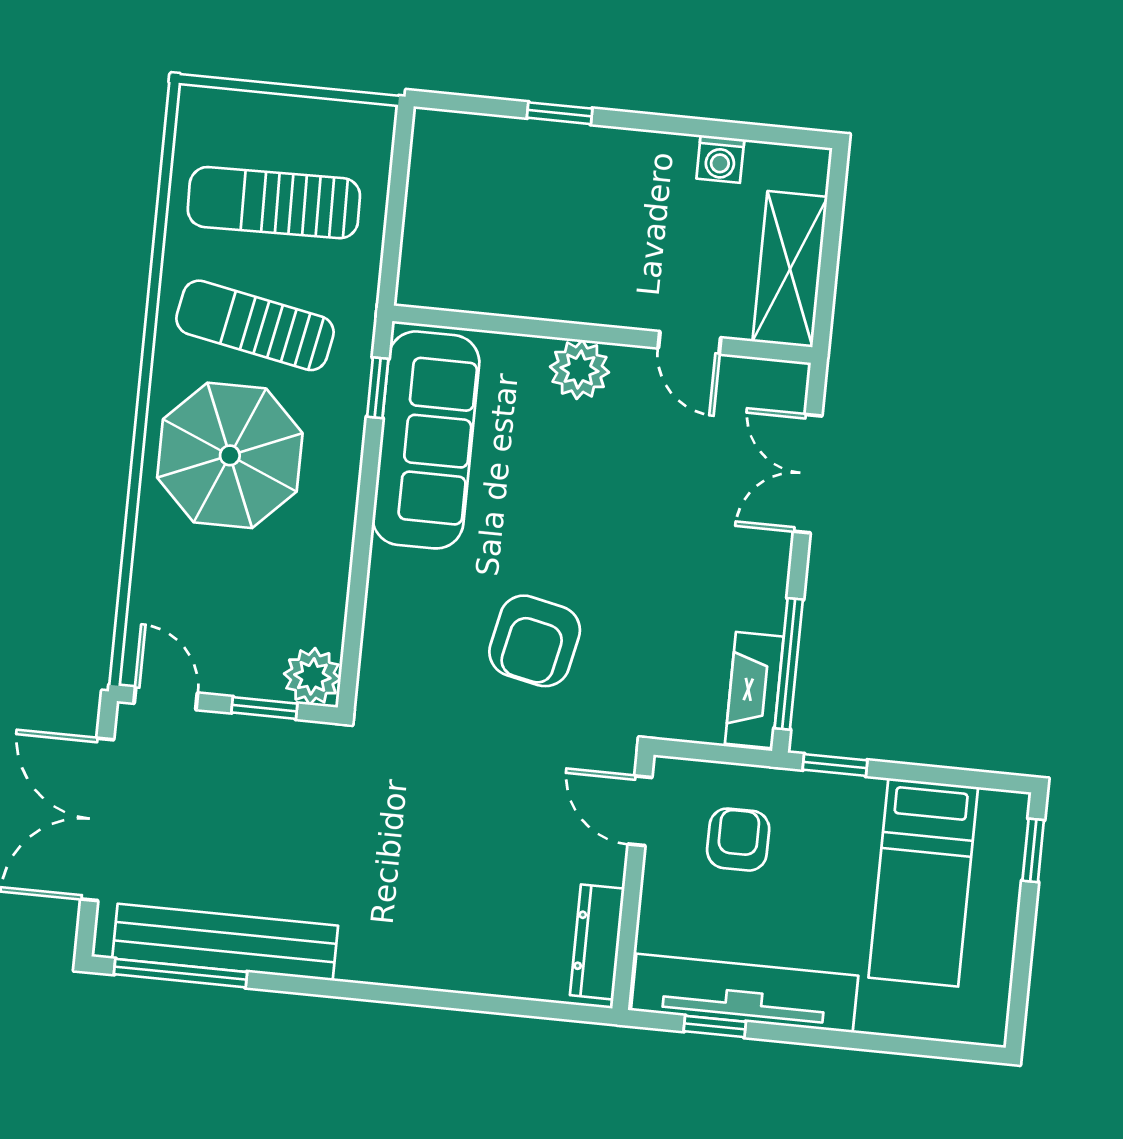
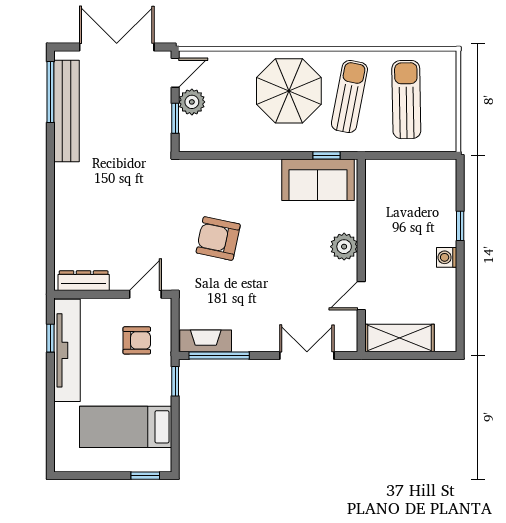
washing machine: (720, 159) -> (447, 257), moved
sofa: (426, 440) -> (318, 180), width x0.73
plant: (312, 676) -> (192, 102), moved

